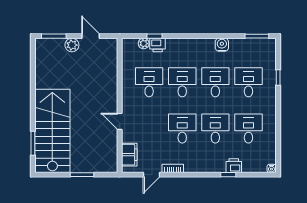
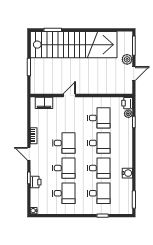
printer: (158, 45) -> (127, 103), moved
stairs: (52, 131) -> (74, 45), width x1.36
door: (152, 175) -> (29, 154), moved

